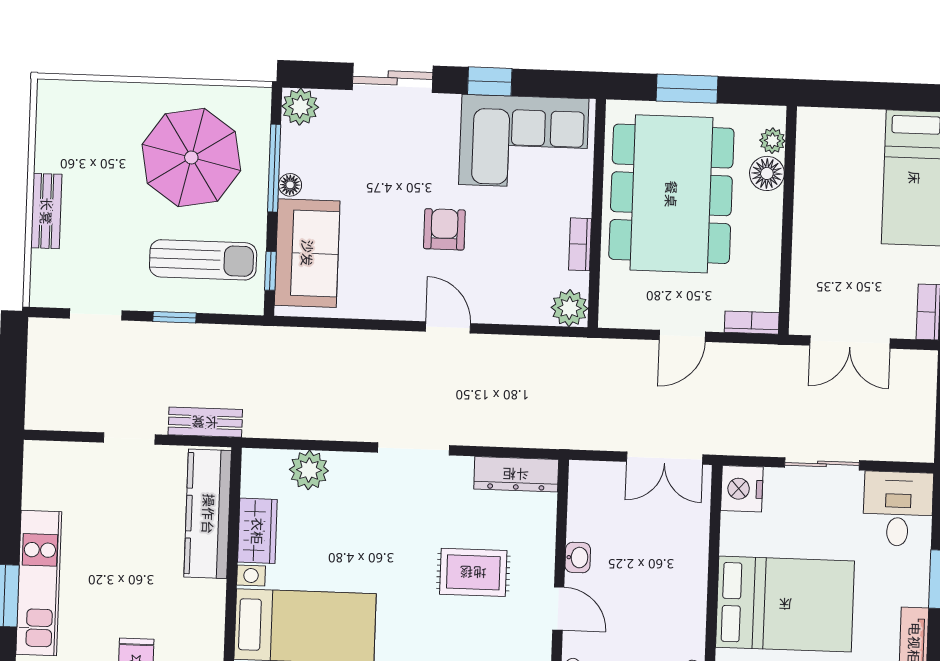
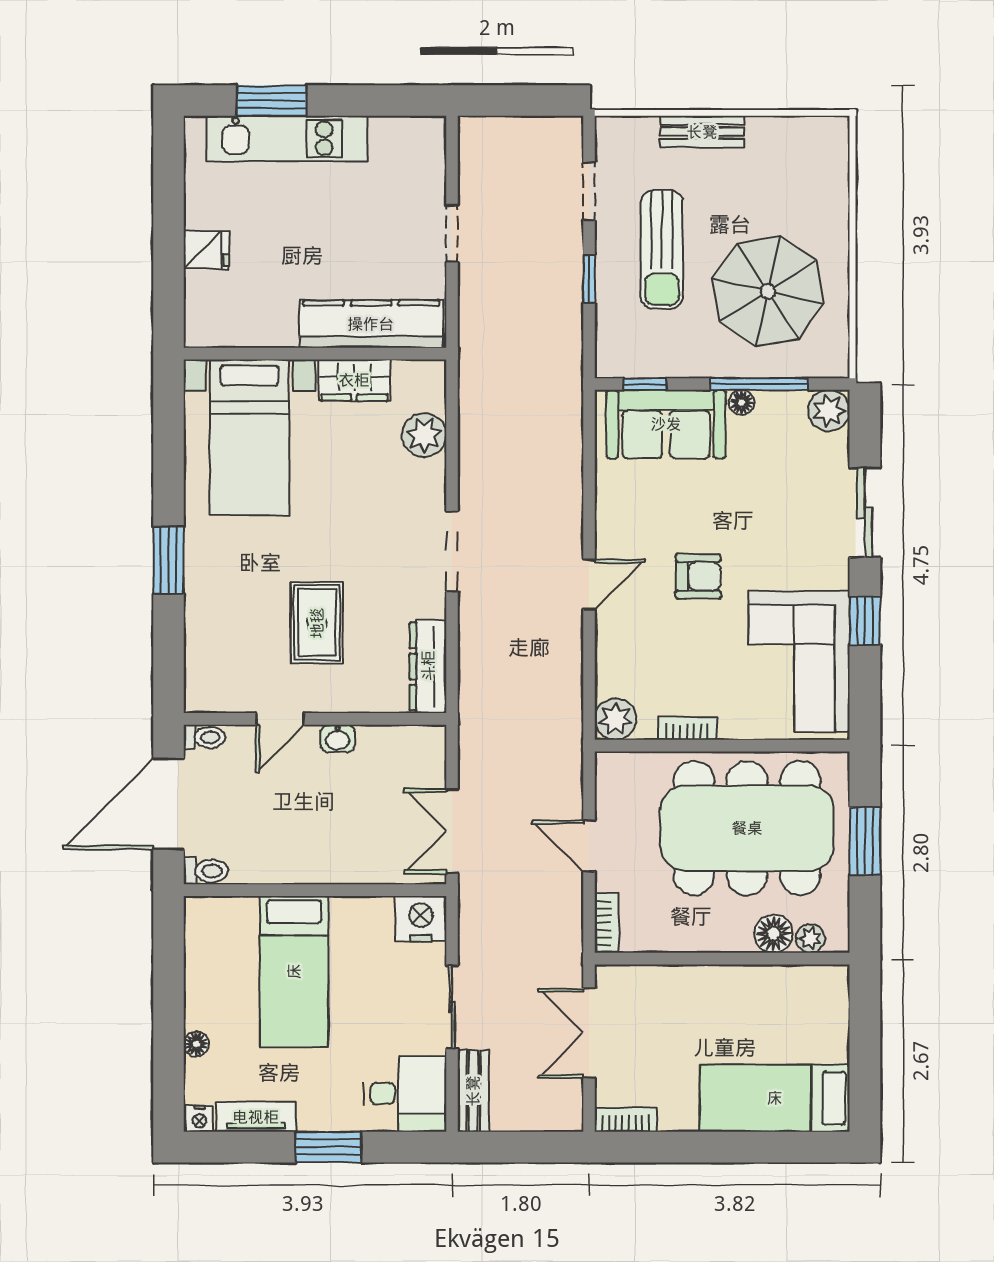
sun lounger: (203, 260) -> (662, 250), moved
bench: (205, 422) -> (473, 1091), moved
bed: (785, 604) -> (294, 971), width x0.67

